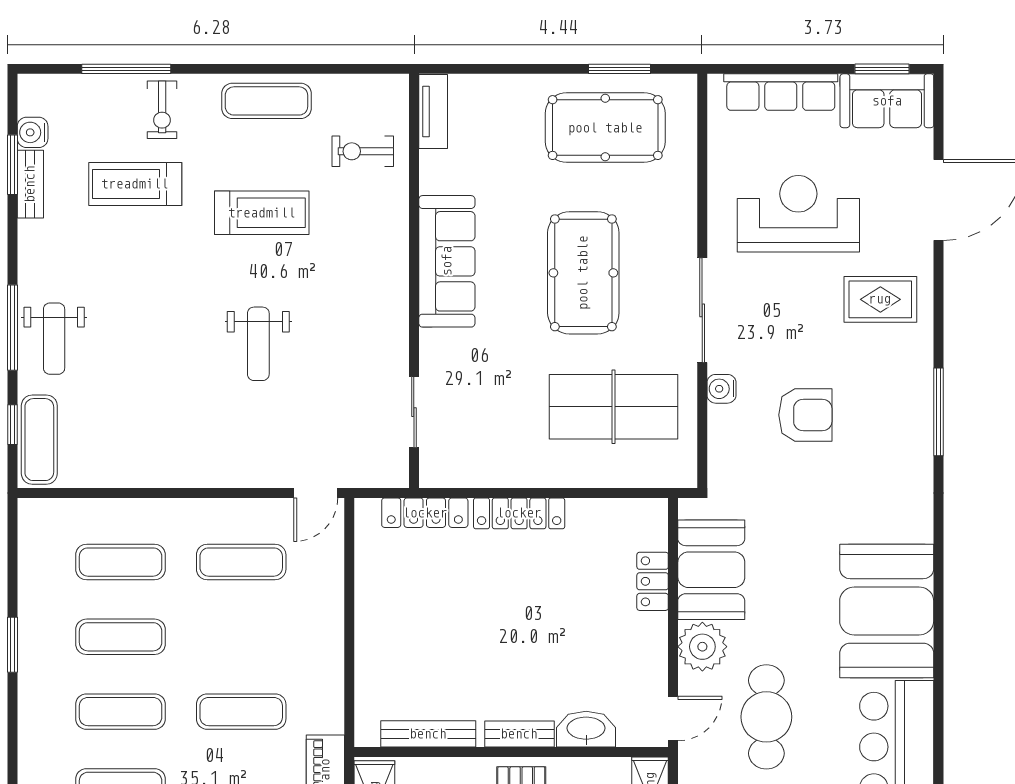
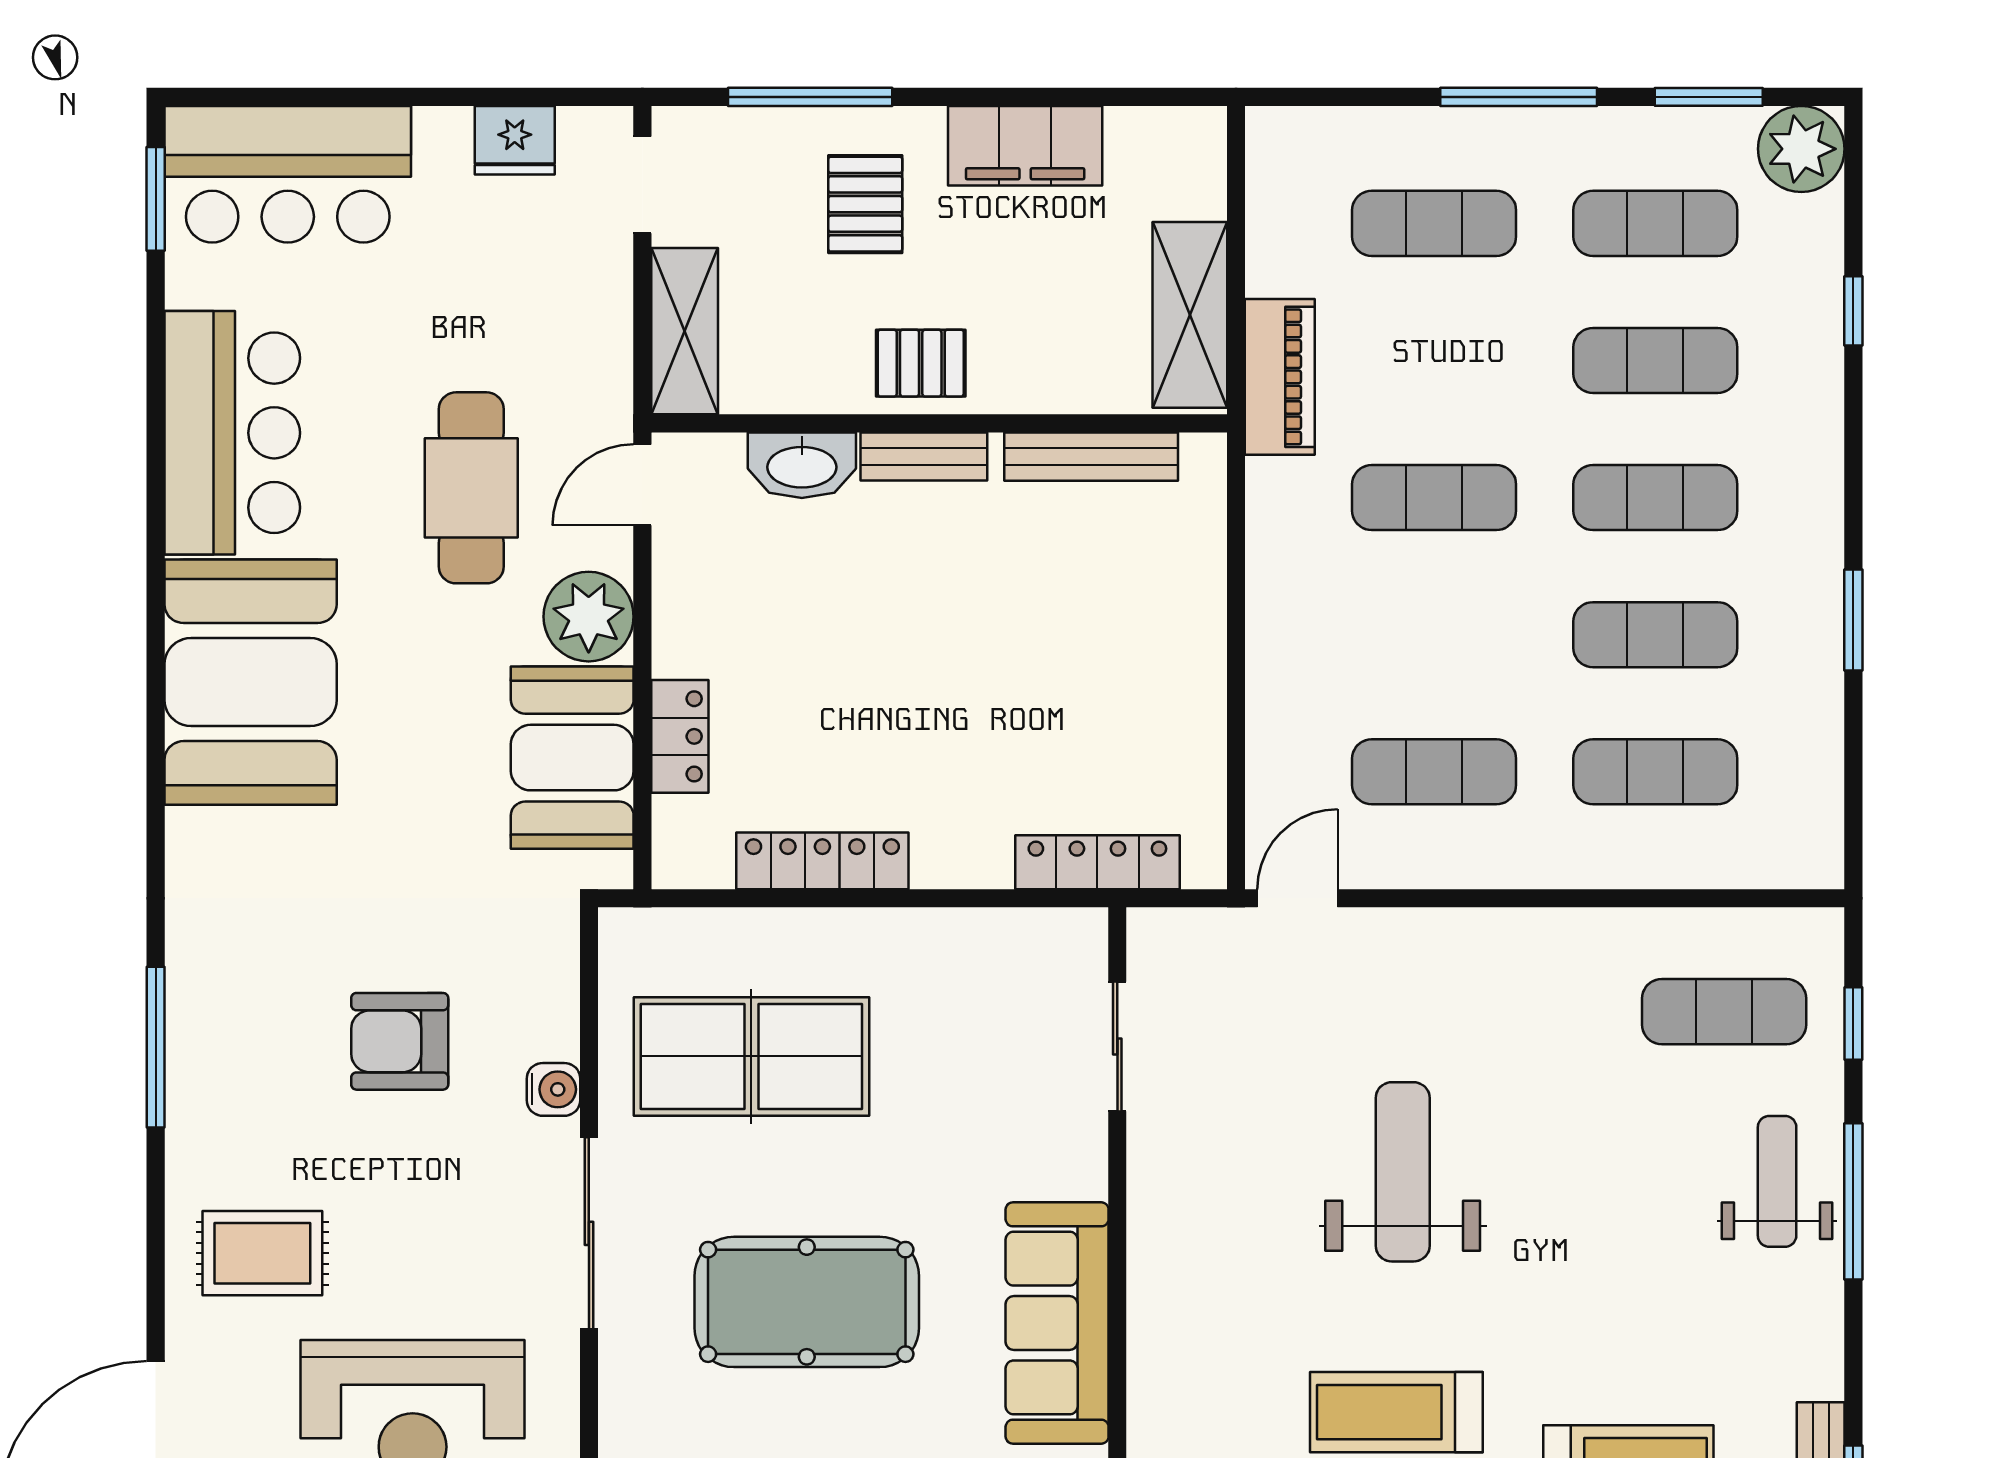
pool table: (583, 273) -> (807, 1302), turned 90
weight bench: (258, 344) -> (1403, 1172), width x1.36, depth x1.33
exercise mat: (39, 440) -> (1724, 1012), moved, turned 90
locker: (519, 513) -> (822, 861), moved

